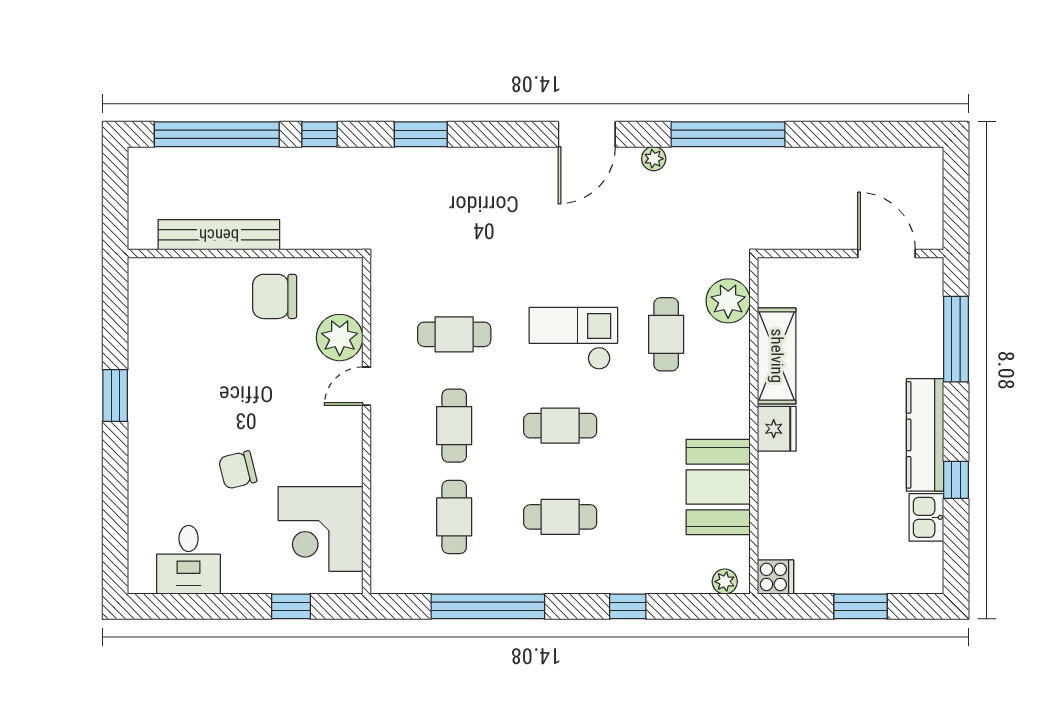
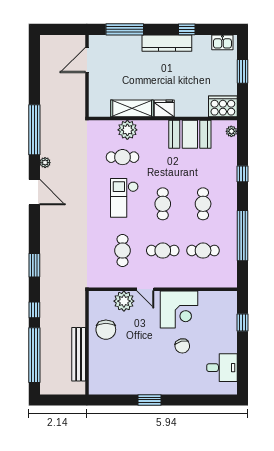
plant: (728, 301) -> (127, 130), moved
kitchen sink: (926, 517) -> (222, 42), moved
corner desk: (320, 529) -> (179, 309), moved
cooker: (776, 577) -> (223, 106), width x1.87, depth x1.31

